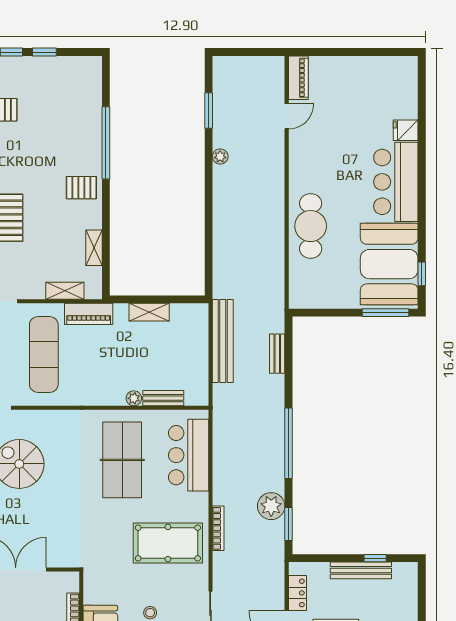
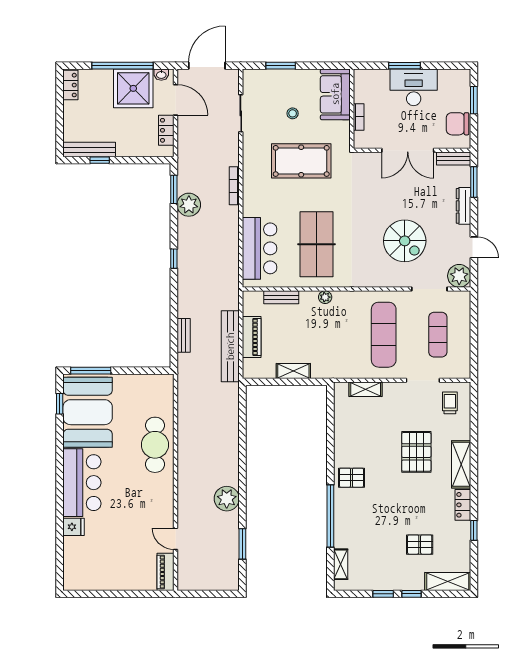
door: (287, 116) -> (176, 539), hinge flipped
plant: (220, 156) -> (227, 499), width x1.88, depth x1.88
shelving: (94, 248) -> (341, 564), moved
piano: (89, 314) -> (252, 337), moved, turned 90
plant: (134, 398) -> (325, 297), moved
window: (289, 443) -> (174, 259), width x0.32
pool table: (168, 543) -> (301, 161), moved
bench: (361, 570) -> (89, 150), moved

